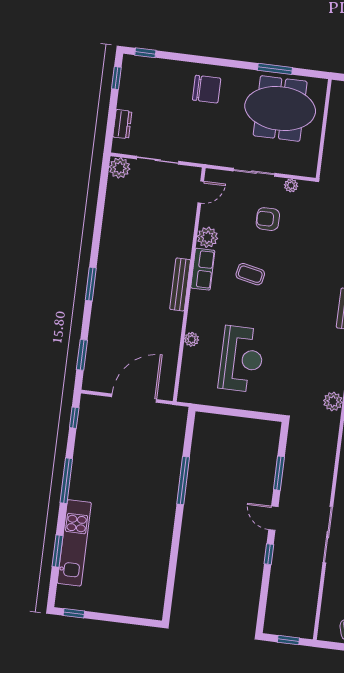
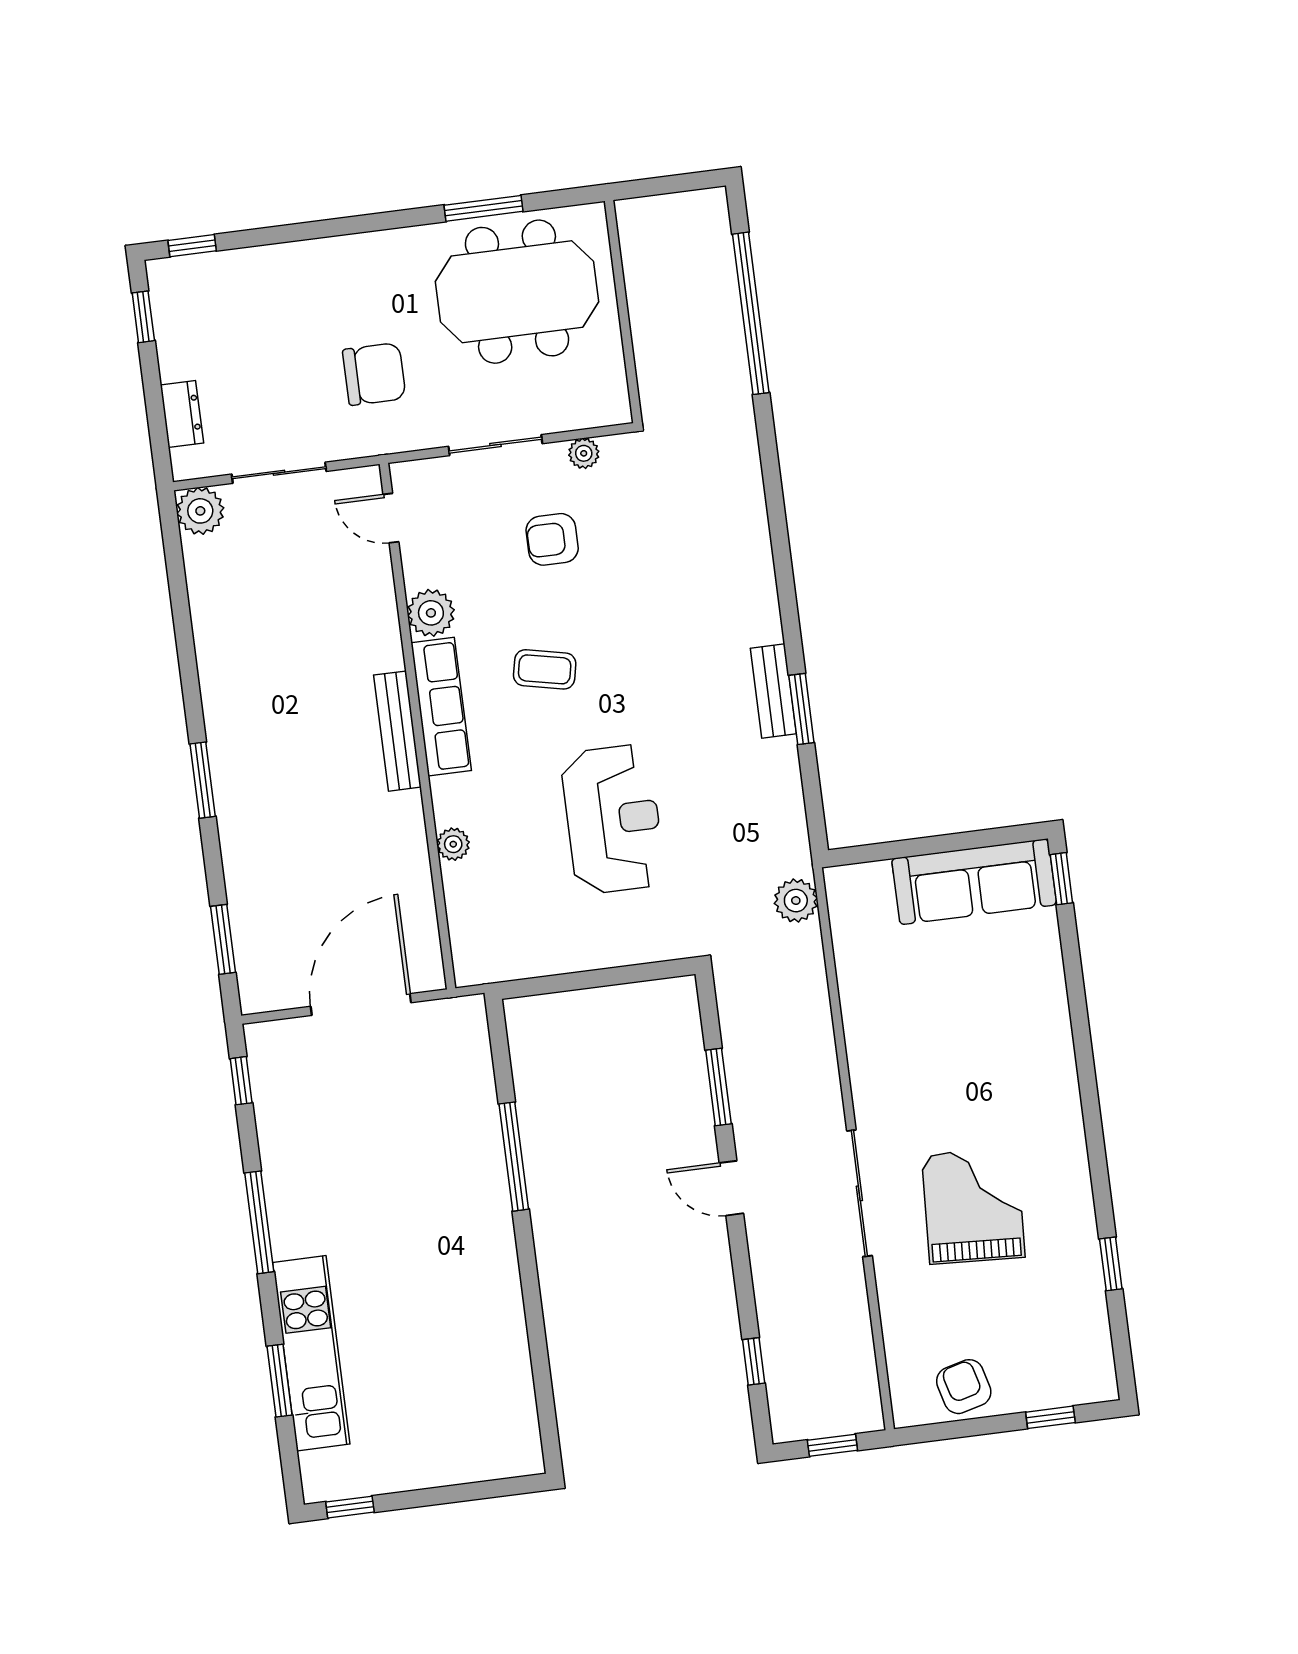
chair: (207, 89) -> (374, 374), moved
door: (201, 192) -> (391, 518), swing flipped
row of seats: (203, 269) -> (441, 707), width x1.48
reception desk: (242, 359) -> (613, 819), moved
window: (269, 554) -> (754, 1361), moved

